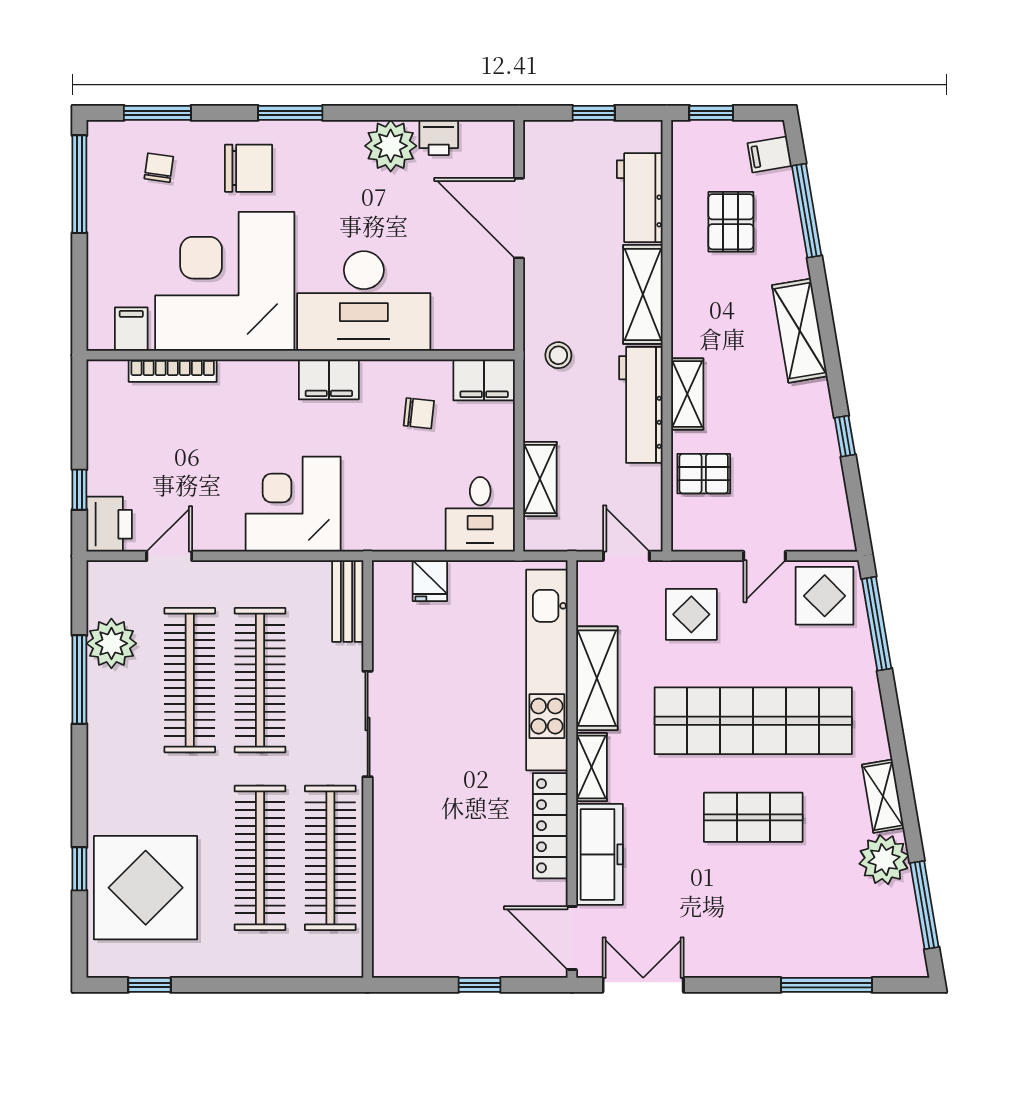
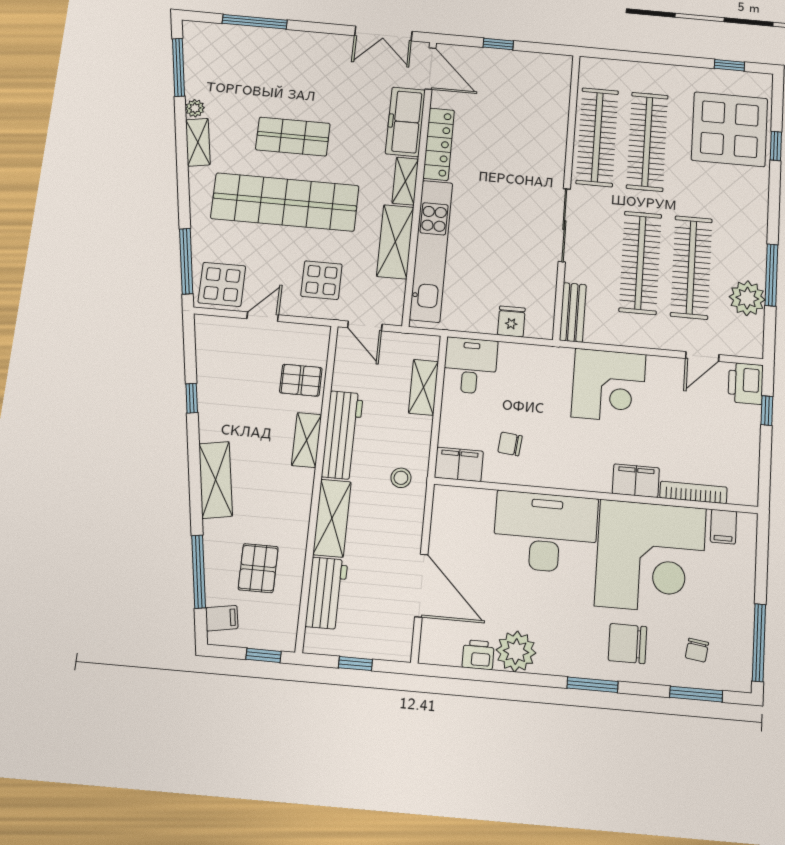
filing cabinet: (329, 379) -> (636, 481), moved
plant: (884, 860) -> (195, 108), width x0.53, depth x0.53

